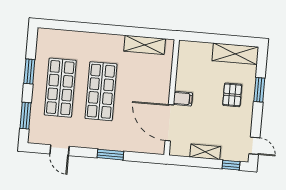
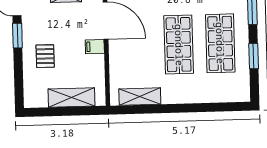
shelving: (235, 54) -> (71, 97), moved
window: (259, 90) -> (17, 36), moved

